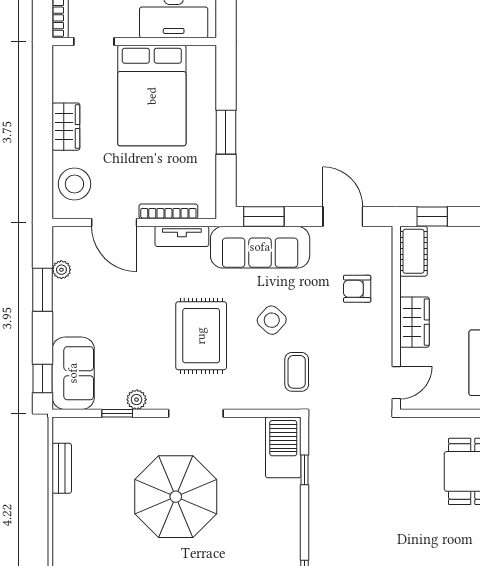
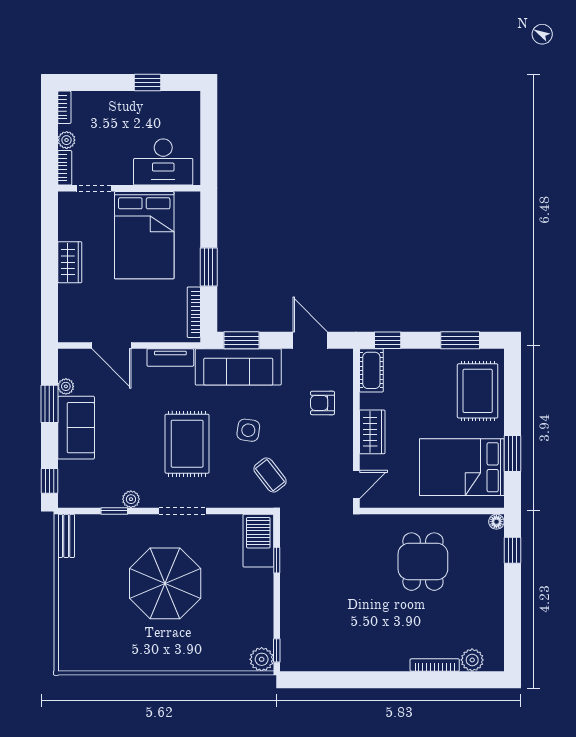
stool: (74, 184) -> (77, 312), removed
bookcase: (168, 211) -> (194, 312), moved, turned -90
side table: (272, 320) -> (248, 430), turned -34
coffee table: (297, 372) -> (270, 475), turned -38
sofa: (73, 373) -> (76, 428), moved
bench: (62, 468) -> (66, 536), moved

